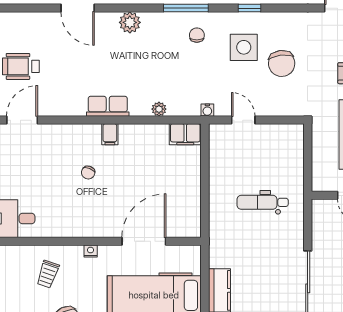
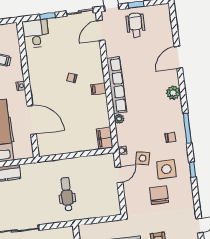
chair: (282, 63) -> (159, 195), turned 97
side table: (223, 81) -> (143, 158), added
row of seats: (108, 106) -> (117, 85), width x2.02
door: (22, 120) -> (101, 30), swing flipped

